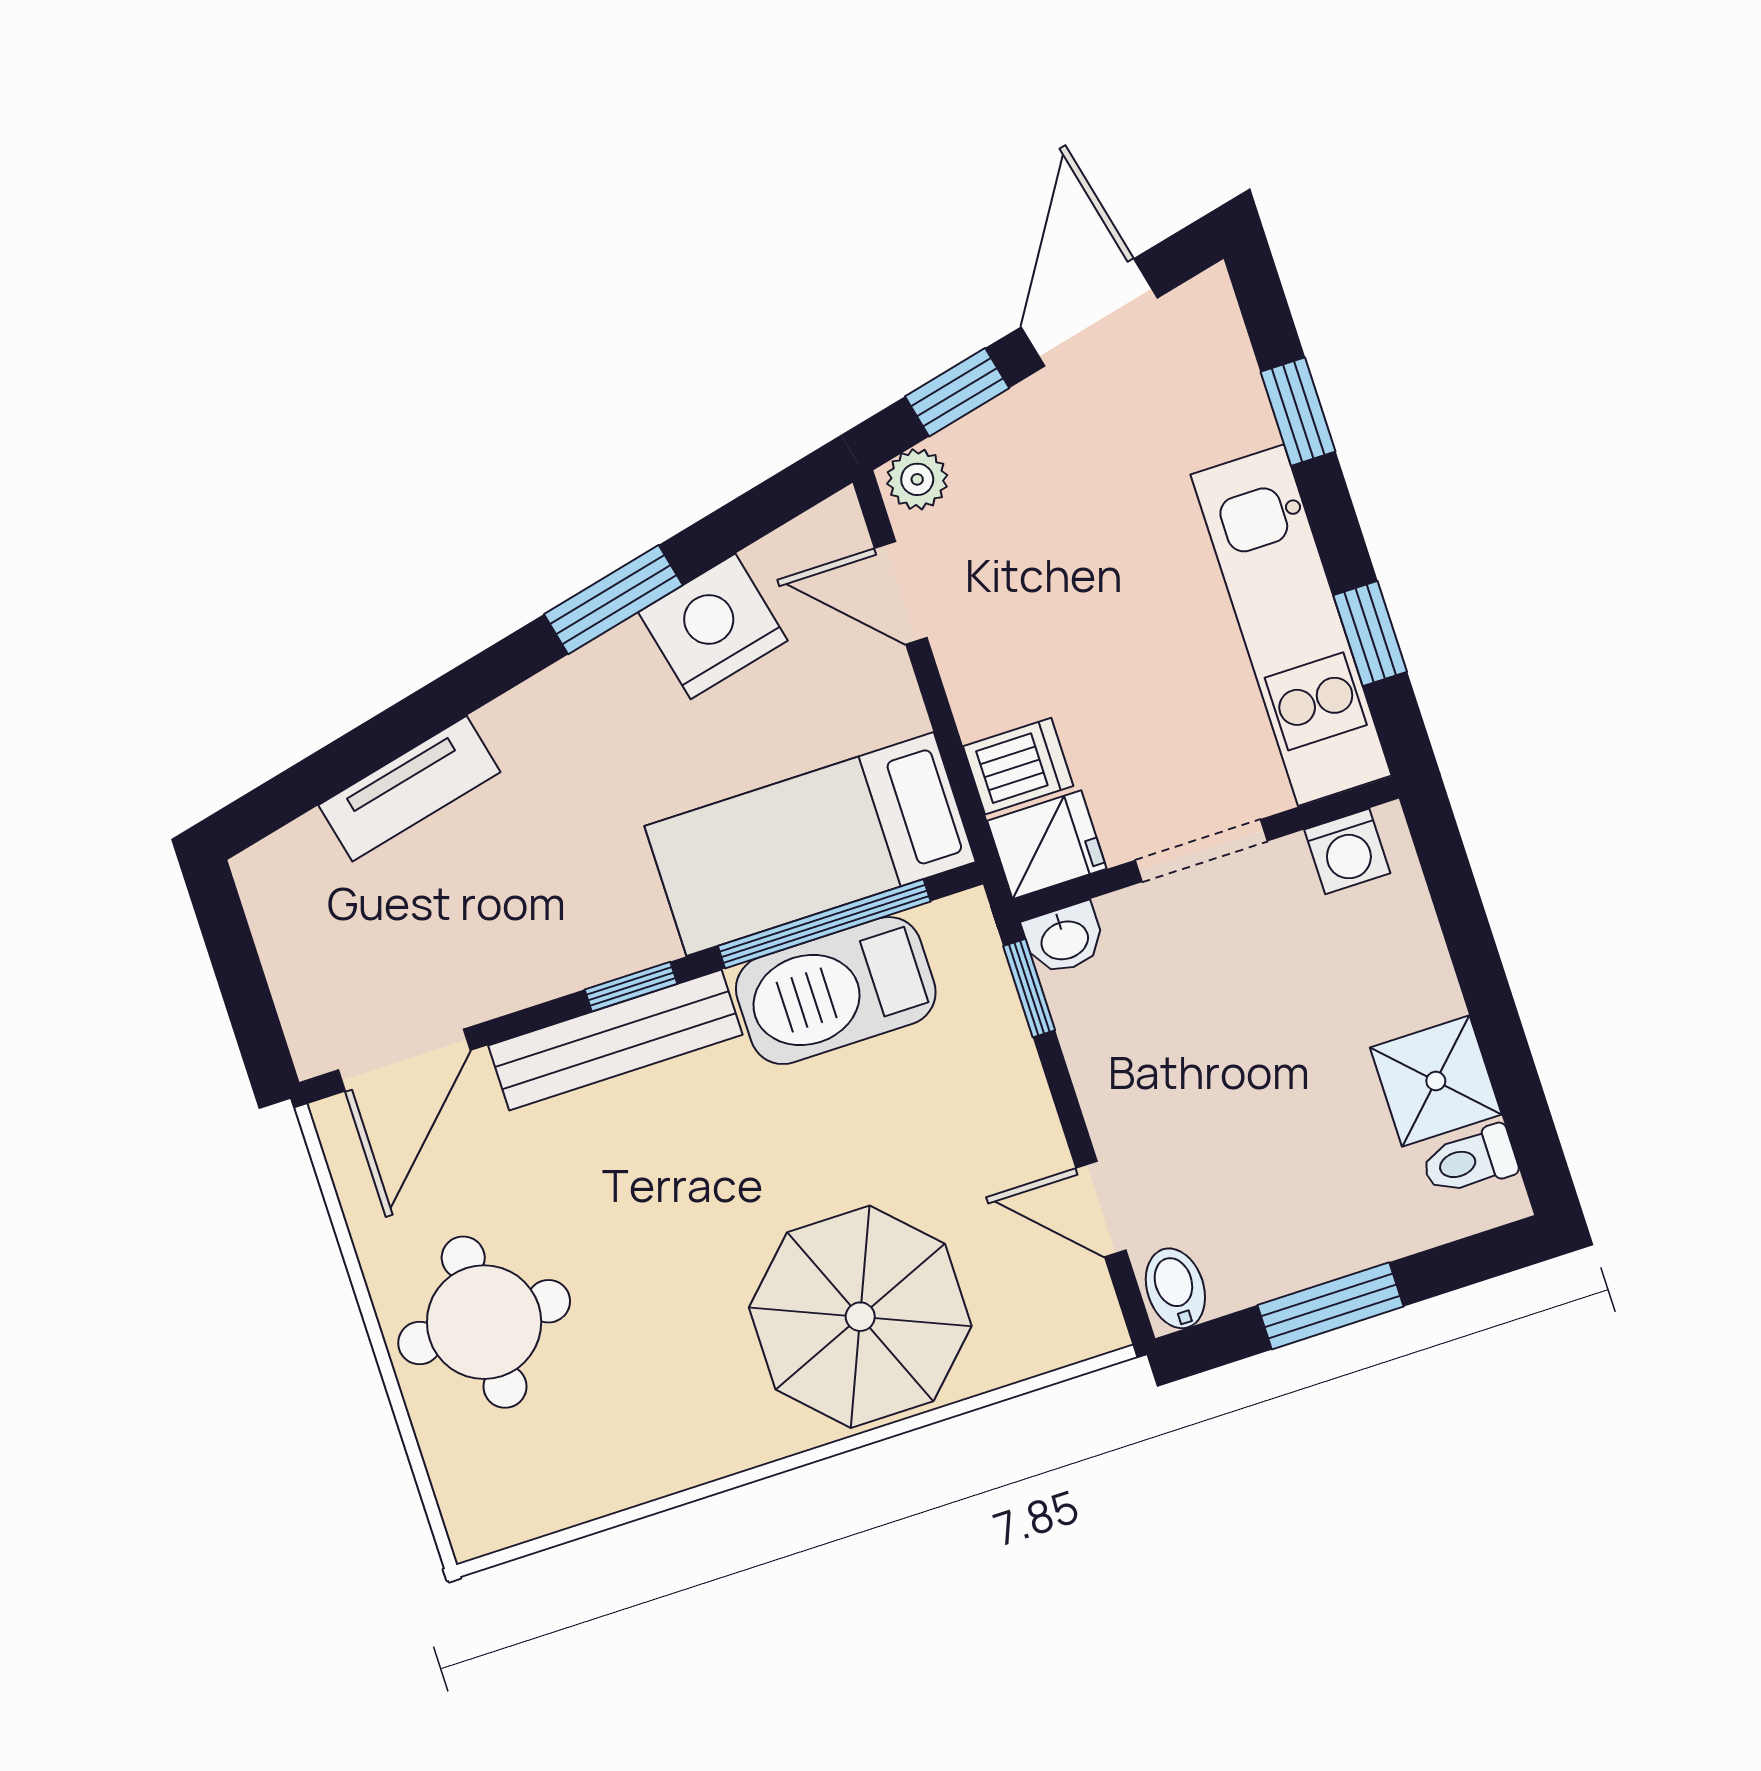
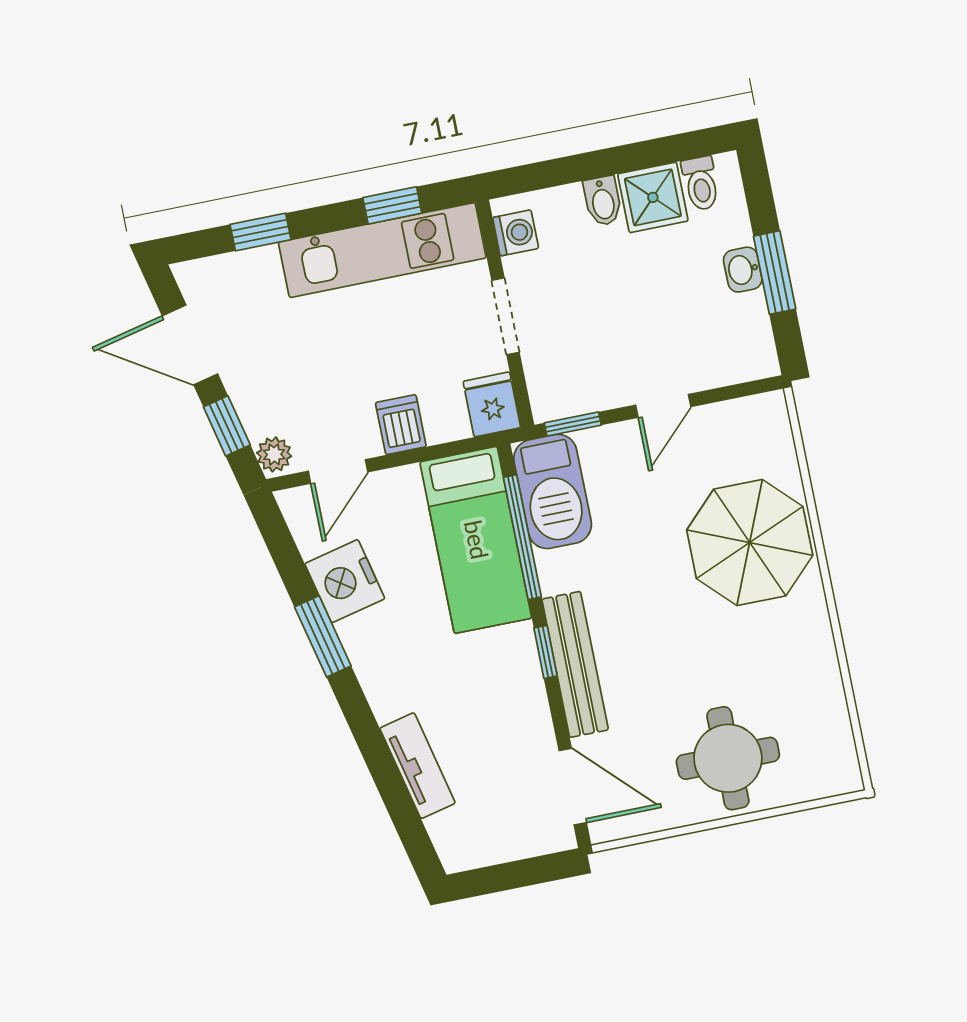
dishwasher: (1018, 766) -> (401, 425), moved
washbasin: (1064, 939) -> (743, 270), moved, turned 180
barbecue: (836, 991) -> (553, 491), moved
door: (1101, 1209) -> (663, 406), moved
bidet: (1175, 1288) -> (603, 201), moved, turned -90

